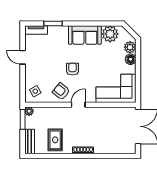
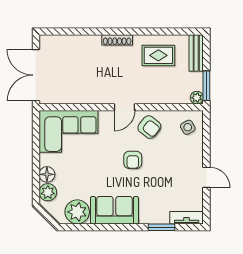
rug: (55, 140) -> (158, 55), turned 90

